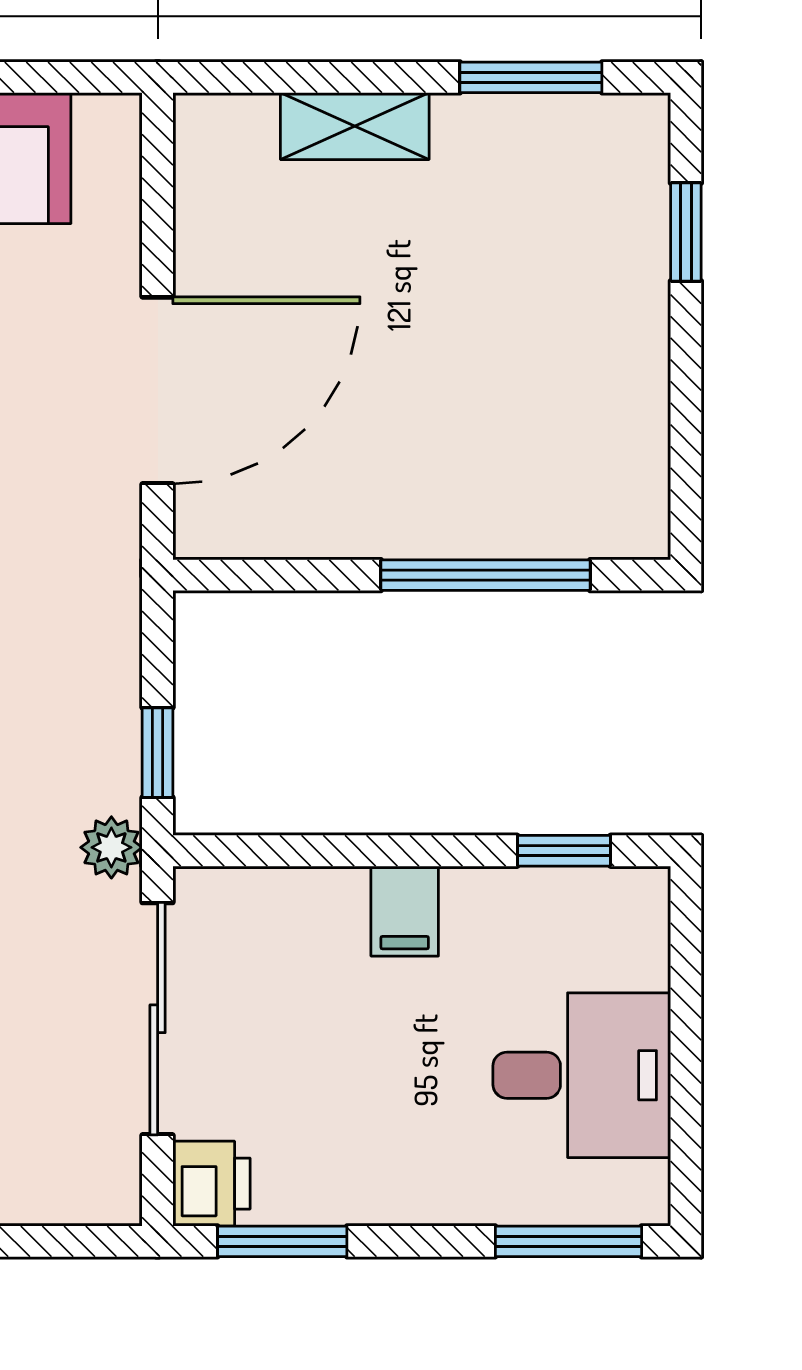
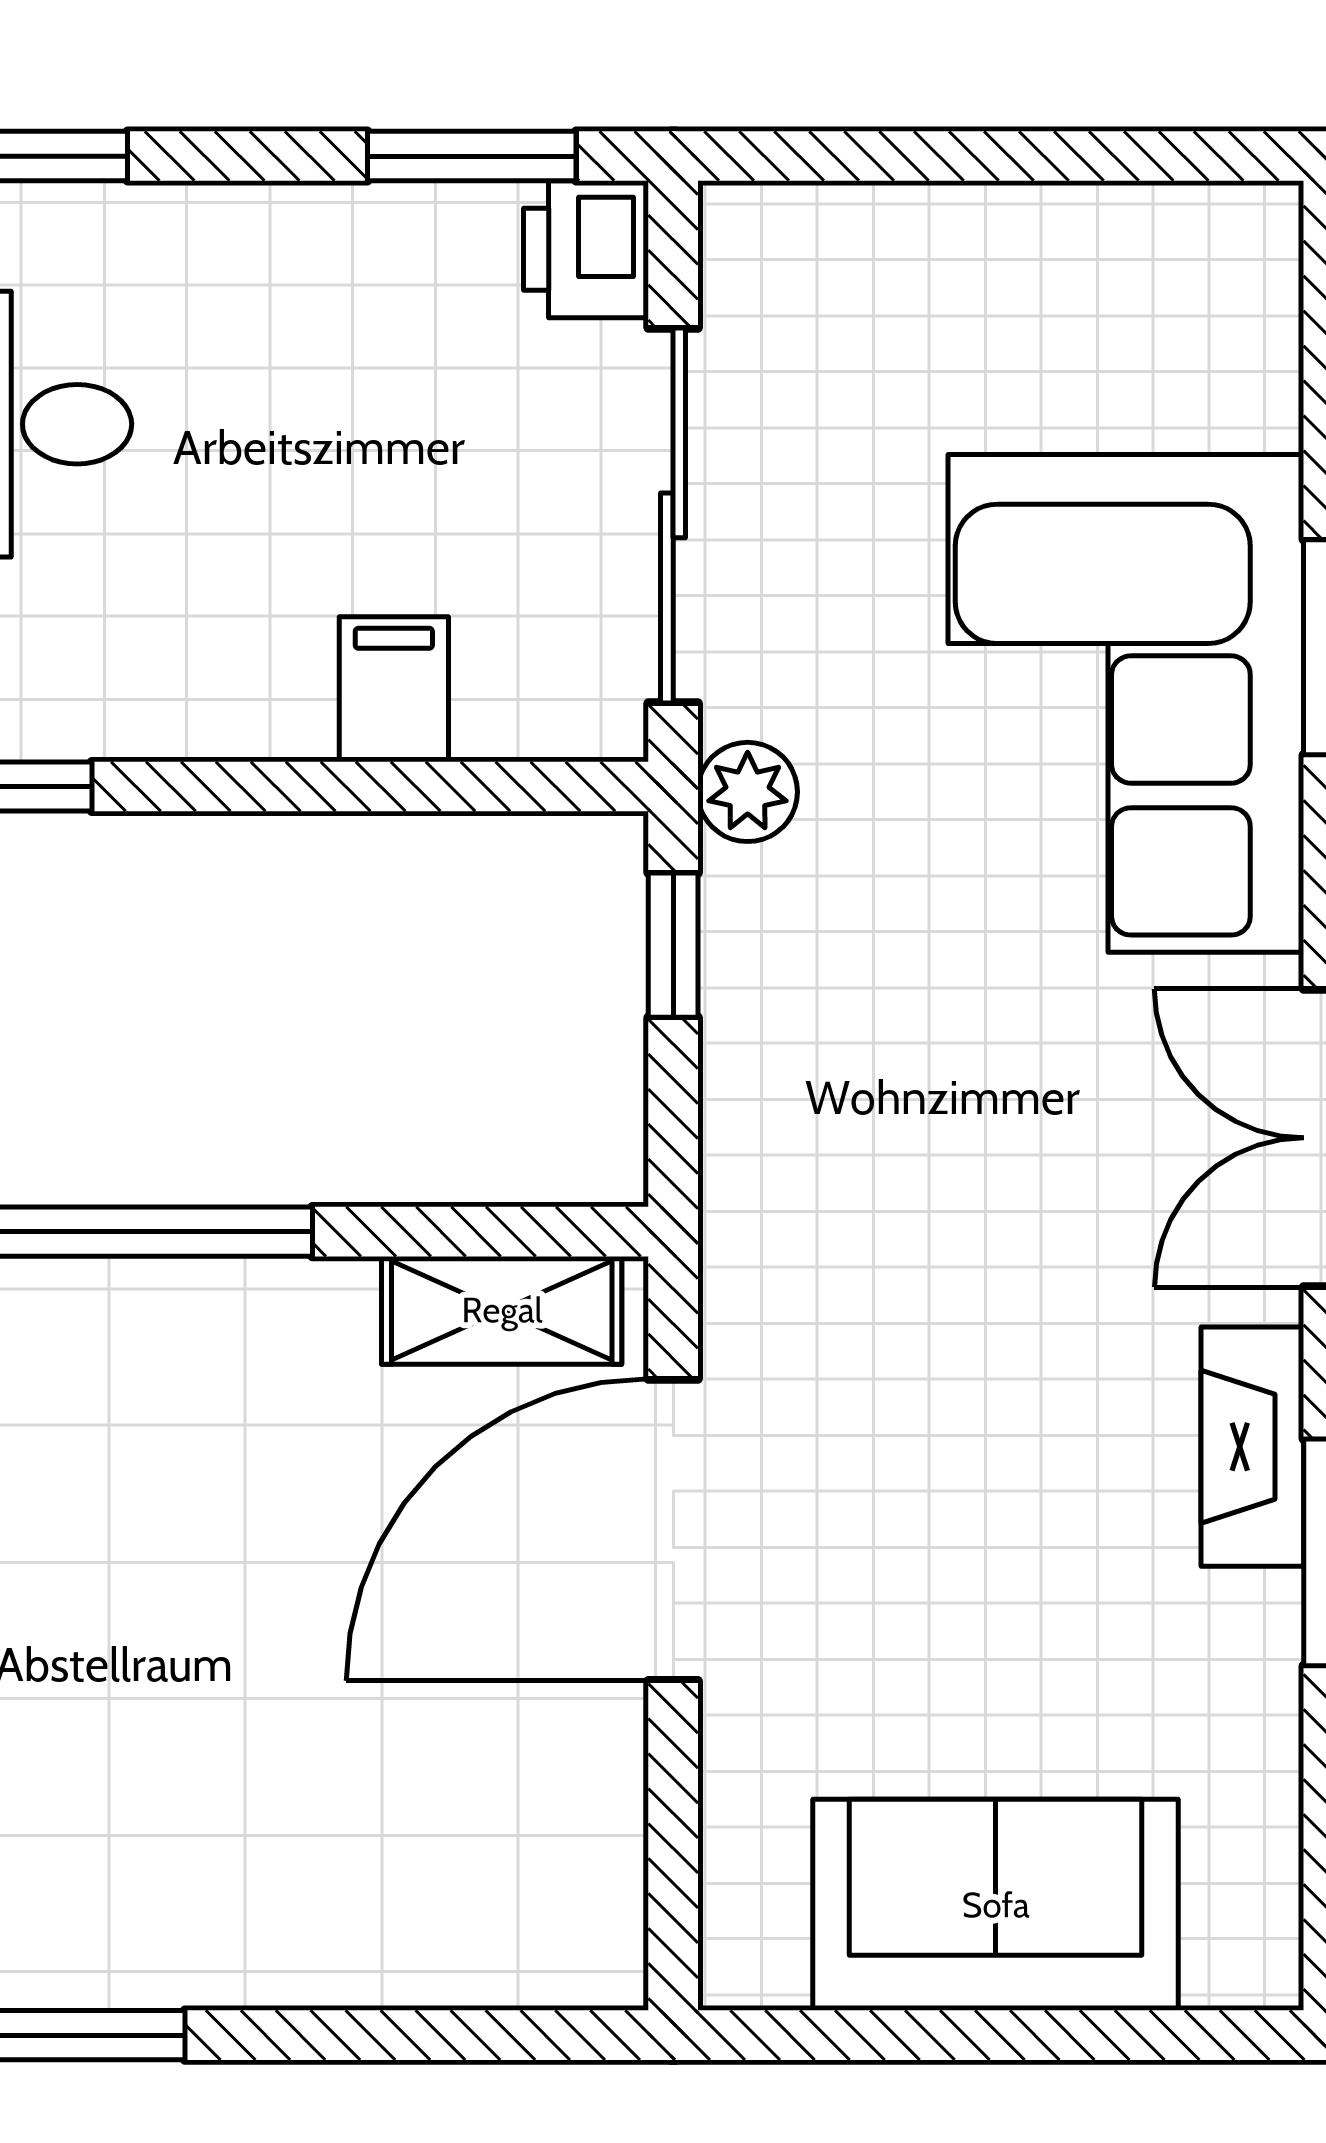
shelving: (355, 126) -> (502, 1310), moved
filing cabinet: (405, 911) -> (394, 689), moved

